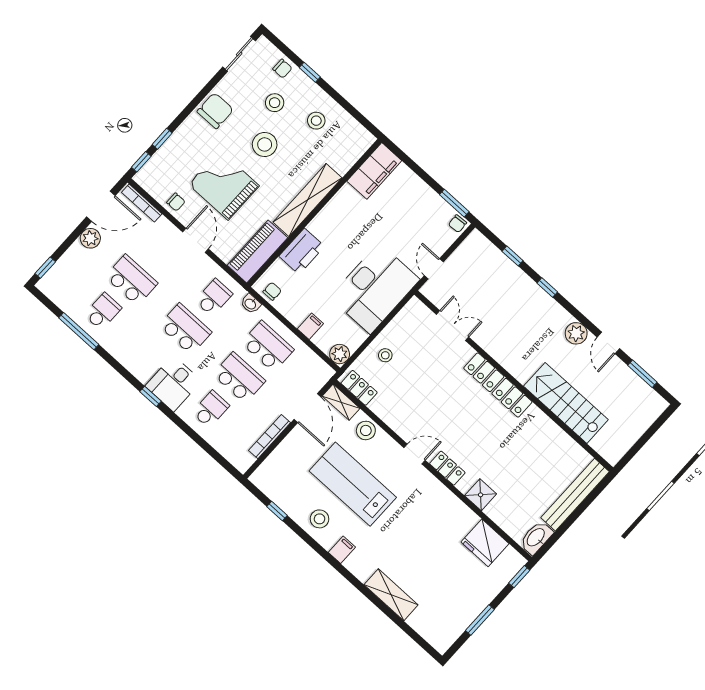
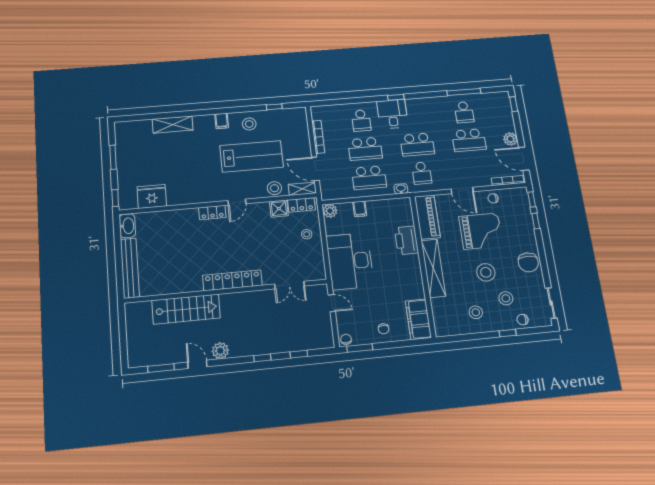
door: (101, 206) -> (524, 159), hinge flipped
chair: (272, 291) -> (384, 329), moved
shower: (481, 495) -> (279, 209), moved

